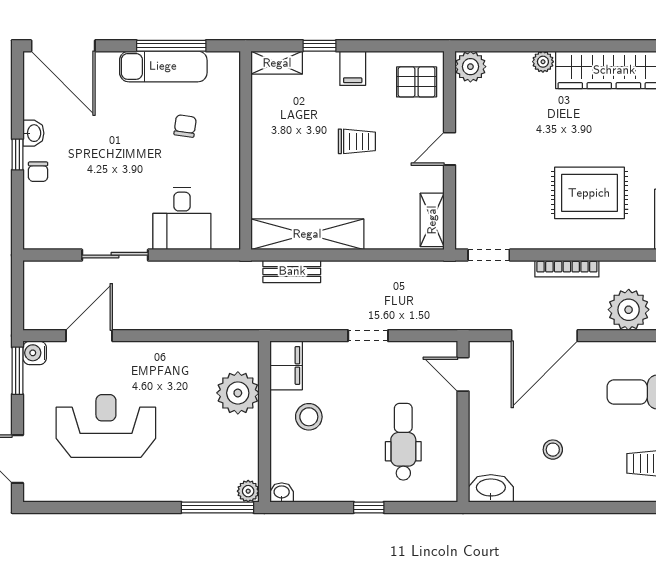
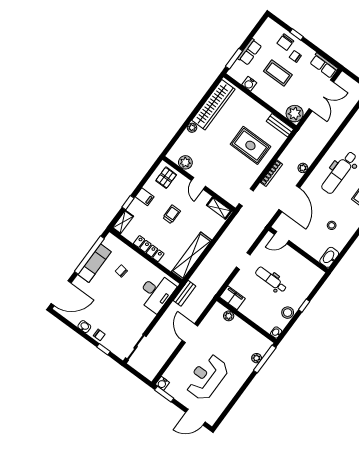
window: (171, 46) -> (89, 255), width x1.46
plant: (470, 67) -> (185, 162), moved
locker: (263, 146) -> (149, 249), added
window: (17, 154) -> (103, 349), moved
rug: (589, 193) -> (250, 145), turned 90
desk: (182, 218) -> (156, 292), width x1.37
sliding door: (115, 255) -> (136, 347), moved
bench: (292, 271) -> (184, 293), moved
plant: (629, 310) -> (303, 168), width x0.53, depth x0.53
door: (89, 336) -> (190, 333), moved
plant: (238, 393) -> (229, 316), width x0.53, depth x0.53
stool: (309, 417) -> (288, 313), moved
dental chair: (403, 442) -> (271, 280), moved
plant: (248, 491) -> (257, 358), moved

